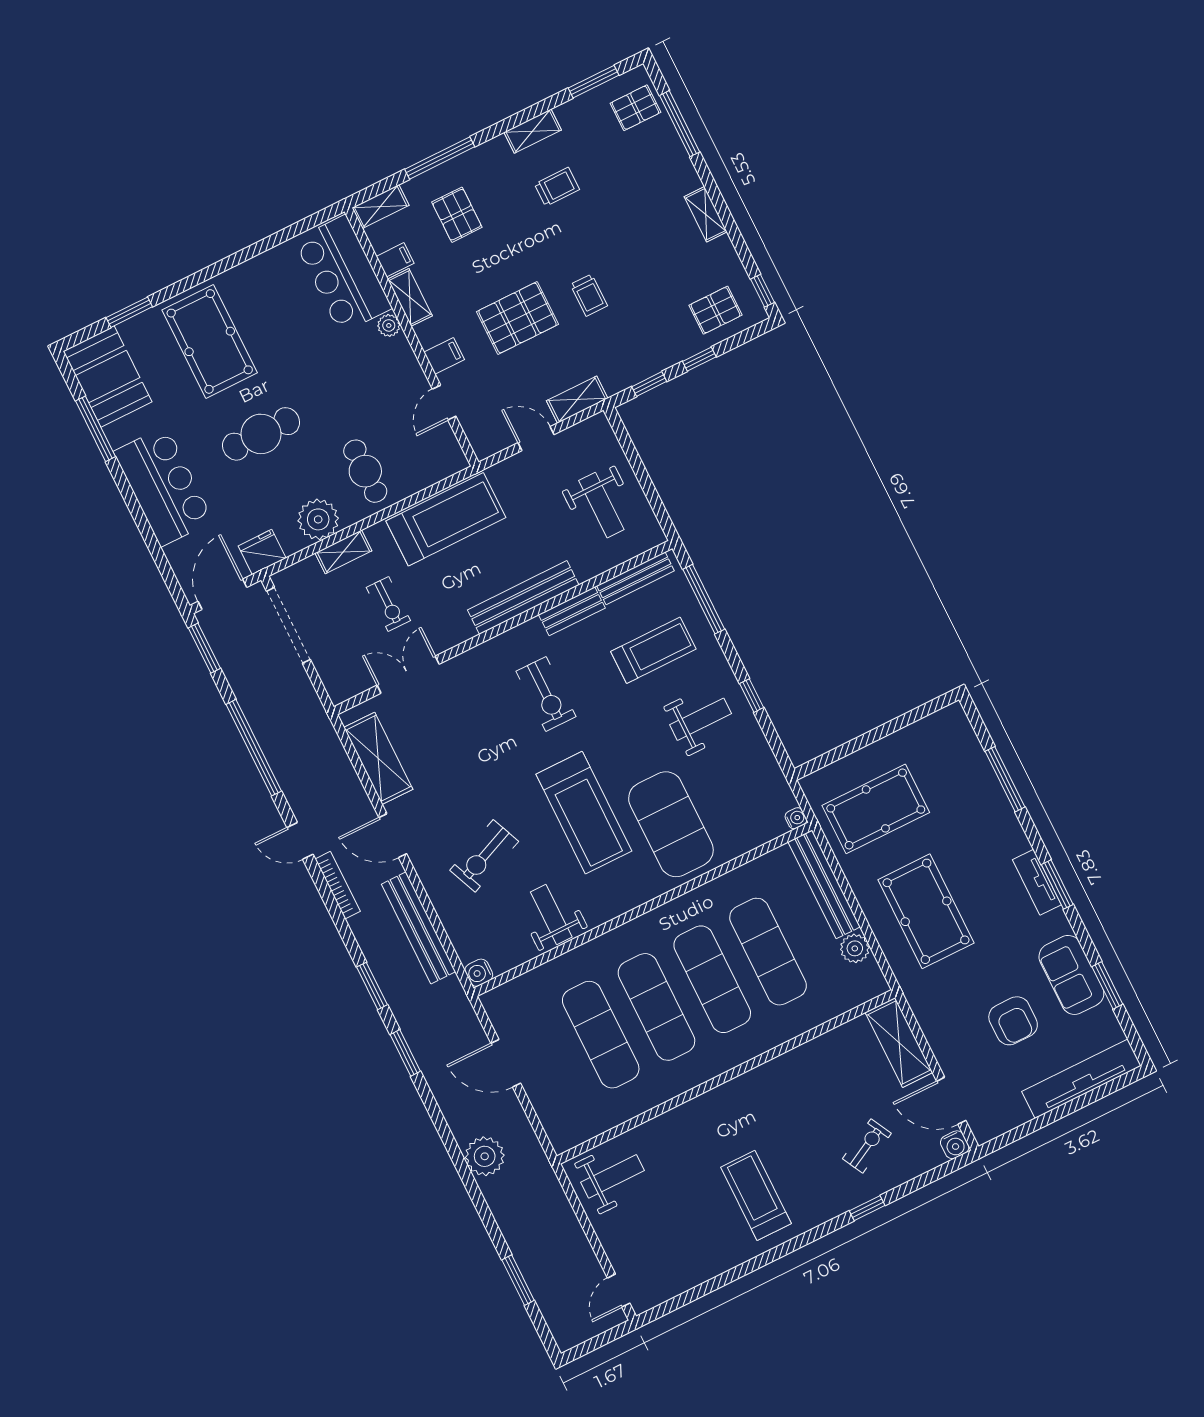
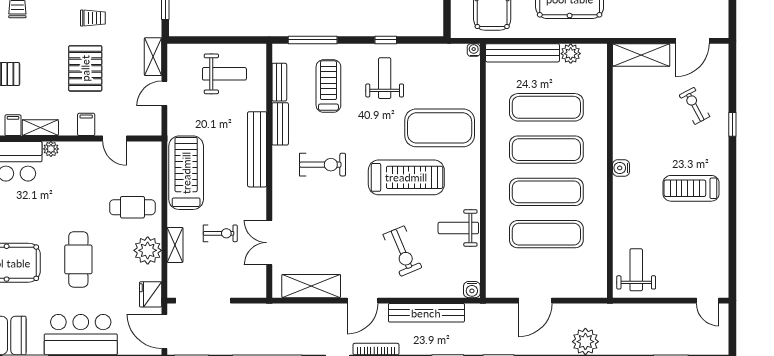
bench: (635, 578) -> (279, 82), width x0.73
water cooler: (955, 1145) -> (621, 168), moved, turned 180

